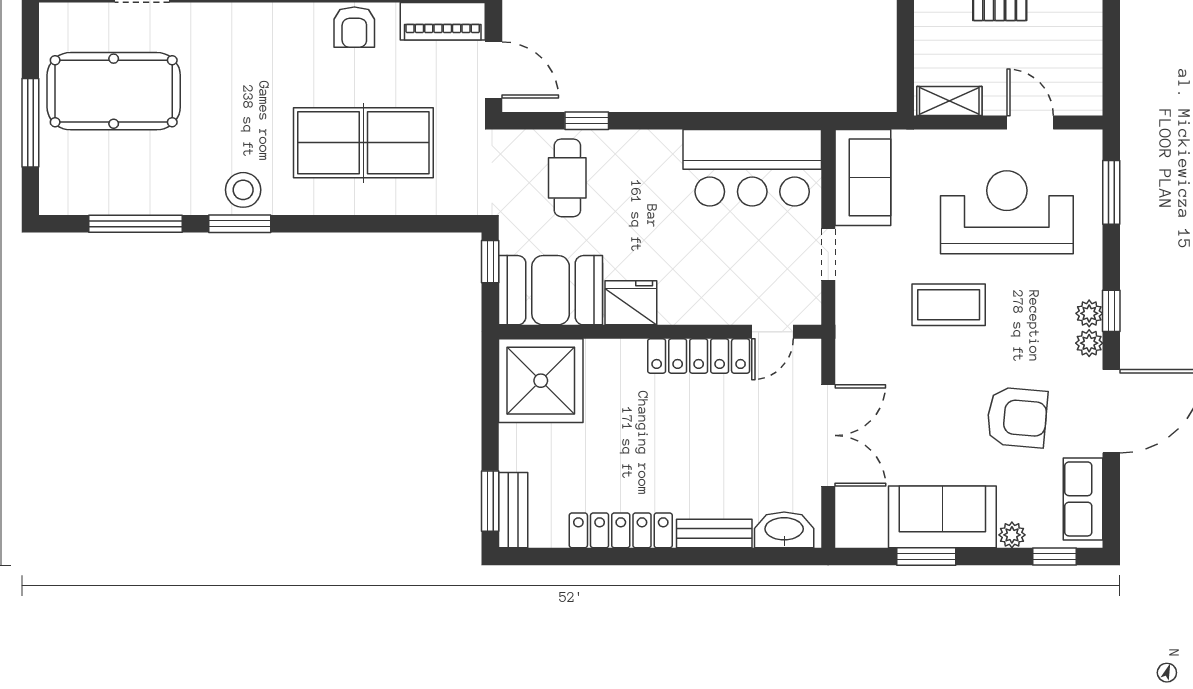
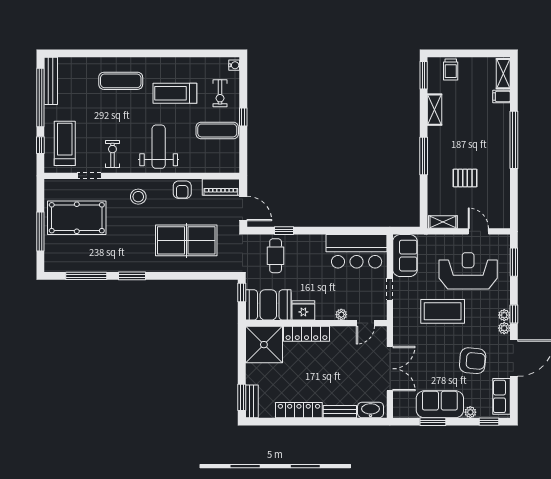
stool: (243, 190) -> (138, 197), moved
coffee table: (949, 305) -> (443, 311), width x1.36, depth x1.32
plant: (717, 312) -> (341, 315), added
locker: (699, 356) -> (306, 334), moved

